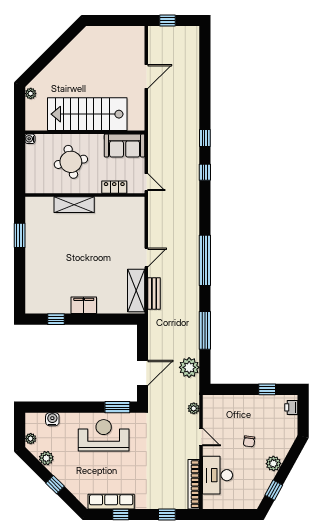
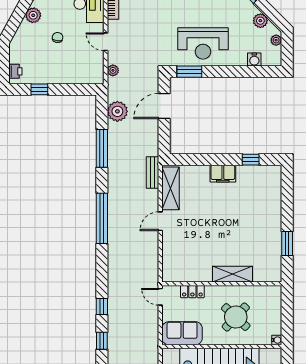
round table: (71, 162) -> (236, 317), turned -35
bench: (154, 293) -> (153, 172), moved

